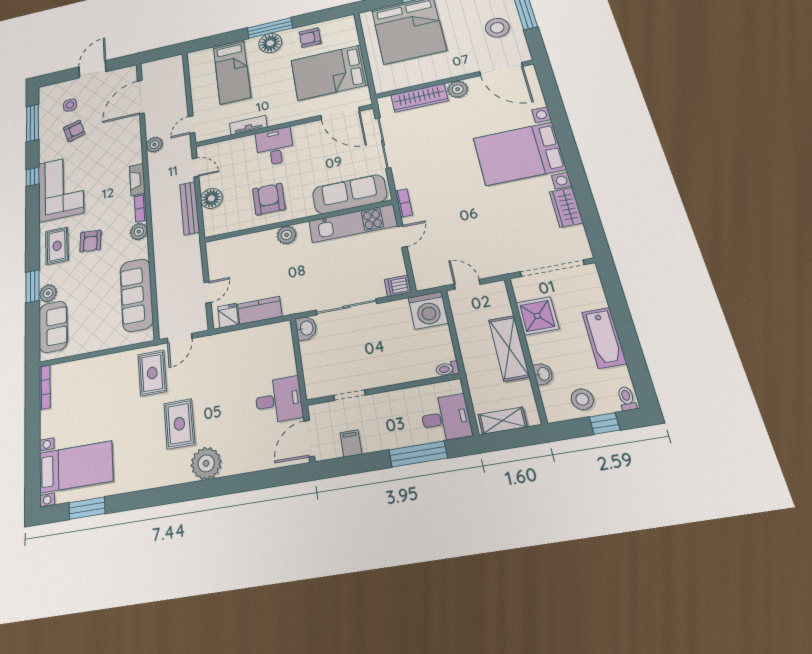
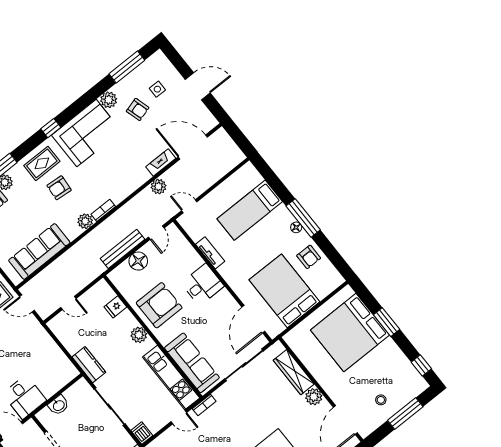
stool: (497, 28) -> (381, 400), width x0.53, depth x0.53
armchair: (310, 38) -> (309, 257), turned 180
floor lamp: (270, 43) -> (296, 227), width x0.53, depth x0.53
plant: (47, 153) -> (109, 100), added
window: (33, 177) -> (51, 128), moved
fireplace: (137, 180) -> (161, 162), moved
armchair: (269, 199) -> (159, 305), width x1.36, depth x1.36
kitchen counter: (260, 310) -> (89, 365), moved
fridge: (228, 316) -> (115, 307), moved, turned 180
washbasin: (306, 328) -> (59, 405), moved

